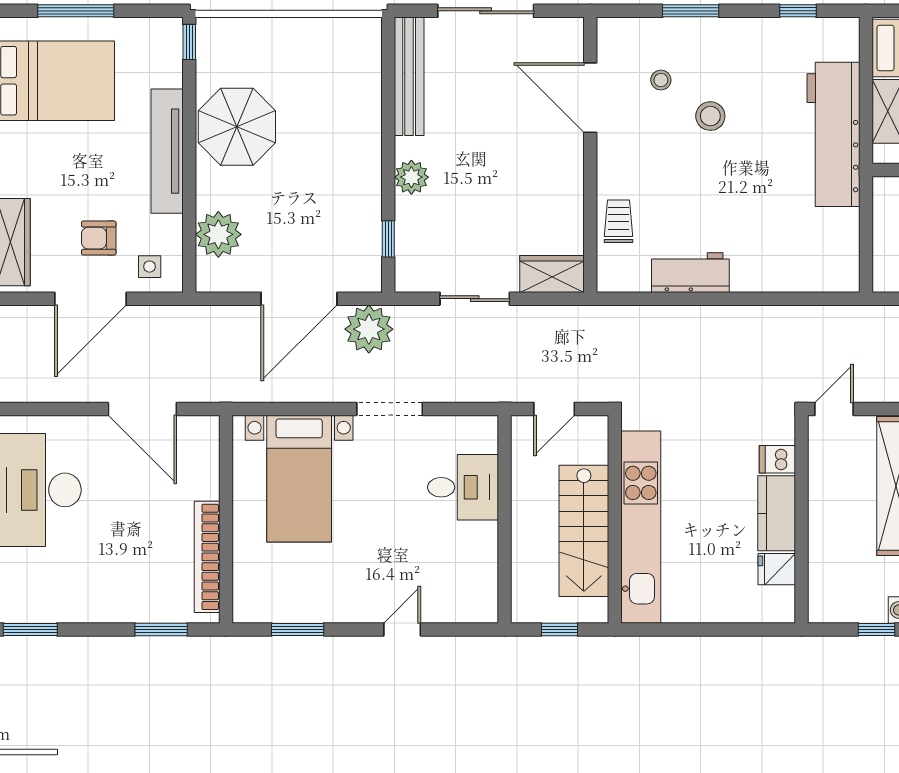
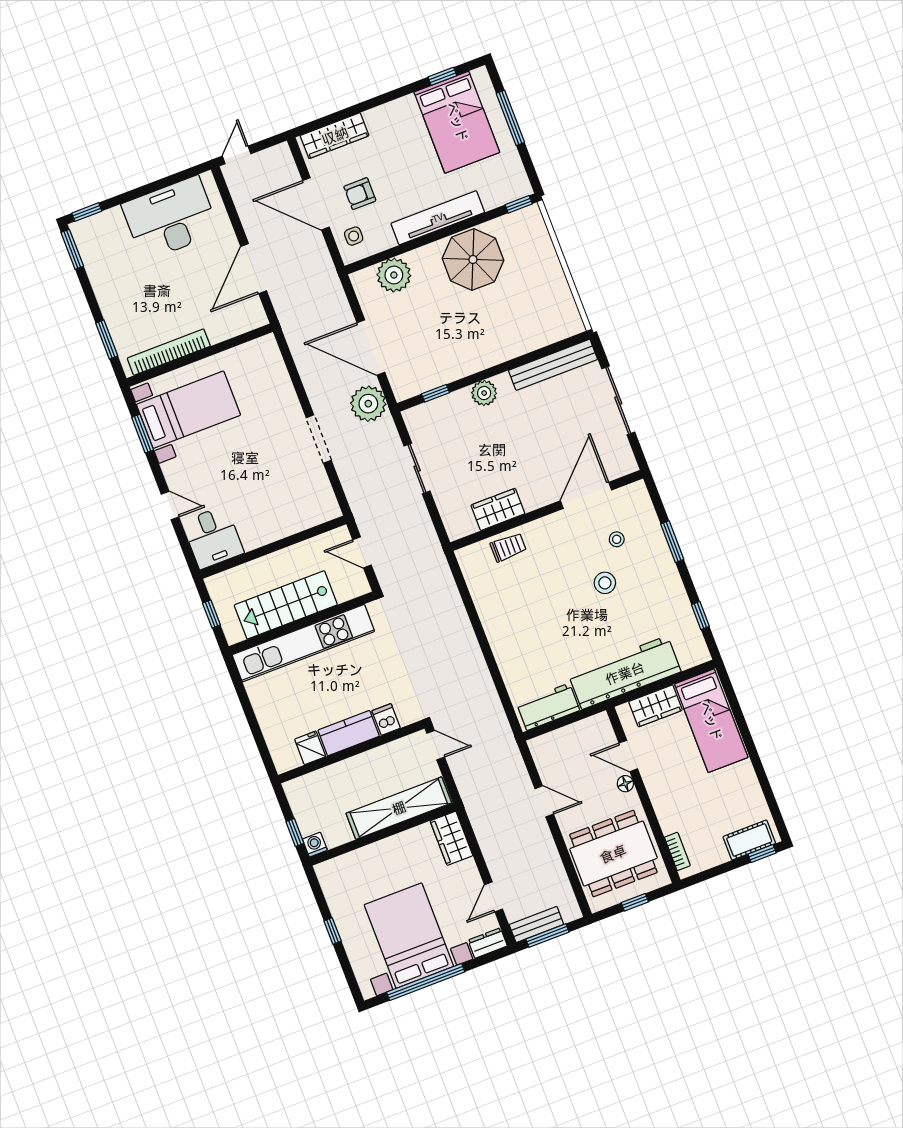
armchair: (99, 238) -> (360, 194), turned -90
workbench: (690, 273) -> (548, 707), moved, turned -90
wardrobe: (552, 274) -> (498, 509), moved, turned -90
bed with nightstands: (299, 479) -> (188, 410), moved, turned 180
desk: (463, 487) -> (213, 537), moved

